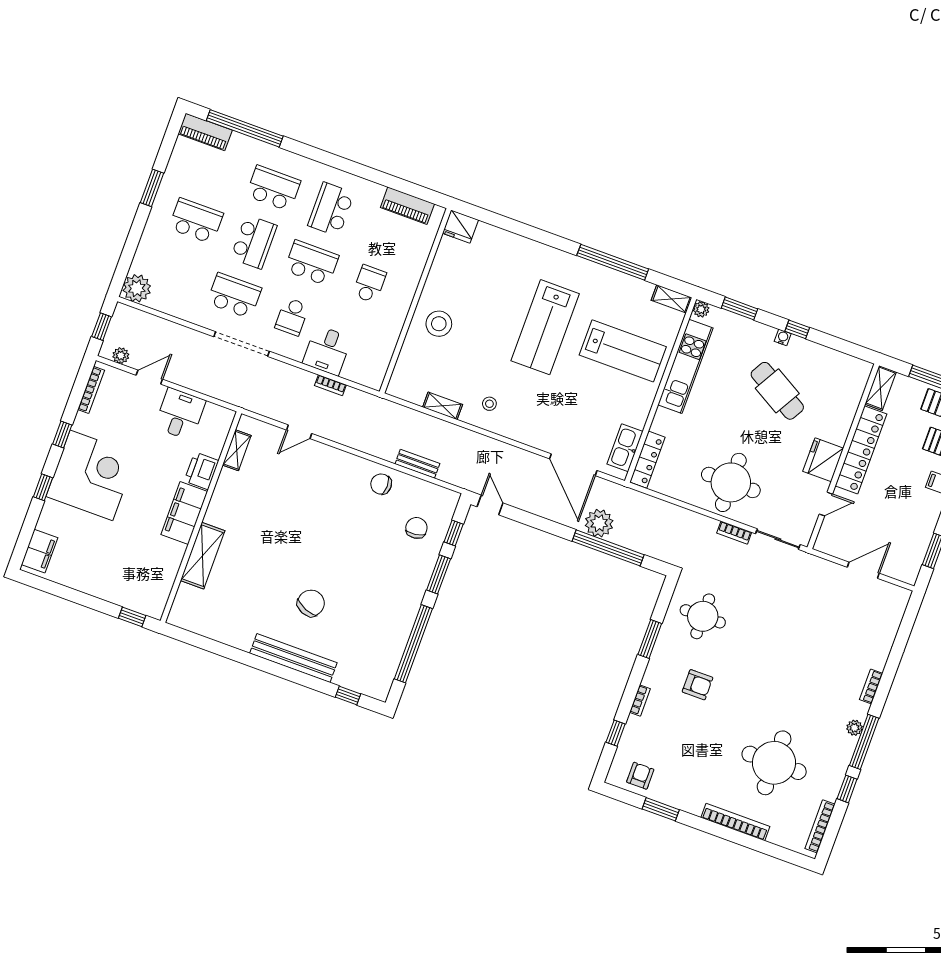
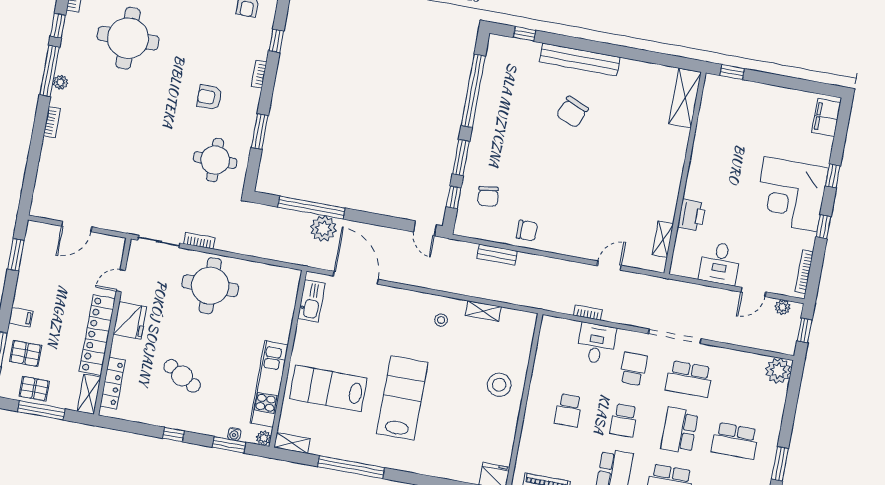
school desk: (312, 263) -> (624, 420), width x0.54
water cooler: (783, 337) -> (234, 434), moved
cafe table: (777, 391) -> (182, 376), width x0.73, depth x0.74
locker: (647, 460) -> (113, 383), moved, turned 180
filing cabinet: (184, 513) -> (701, 174), removed
shelving: (203, 556) -> (685, 98), moved

